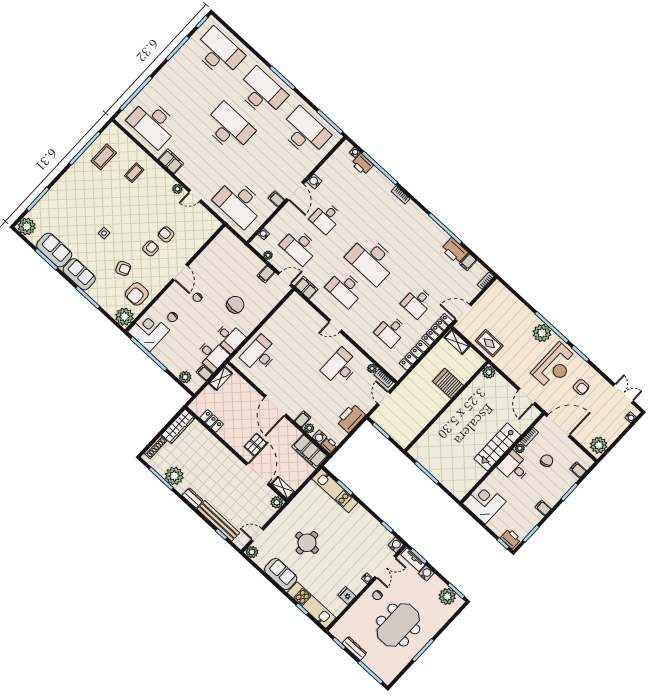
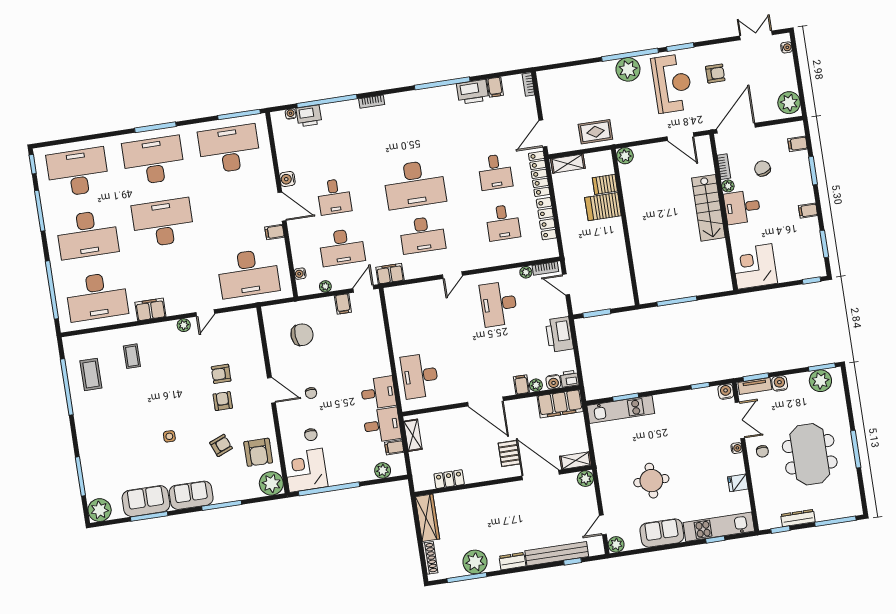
desk: (186, 88) -> (87, 234), added
chair: (235, 305) -> (302, 335), moved, turned 86
server rack: (462, 374) -> (605, 184), added
printer: (511, 539) -> (813, 269), removed

